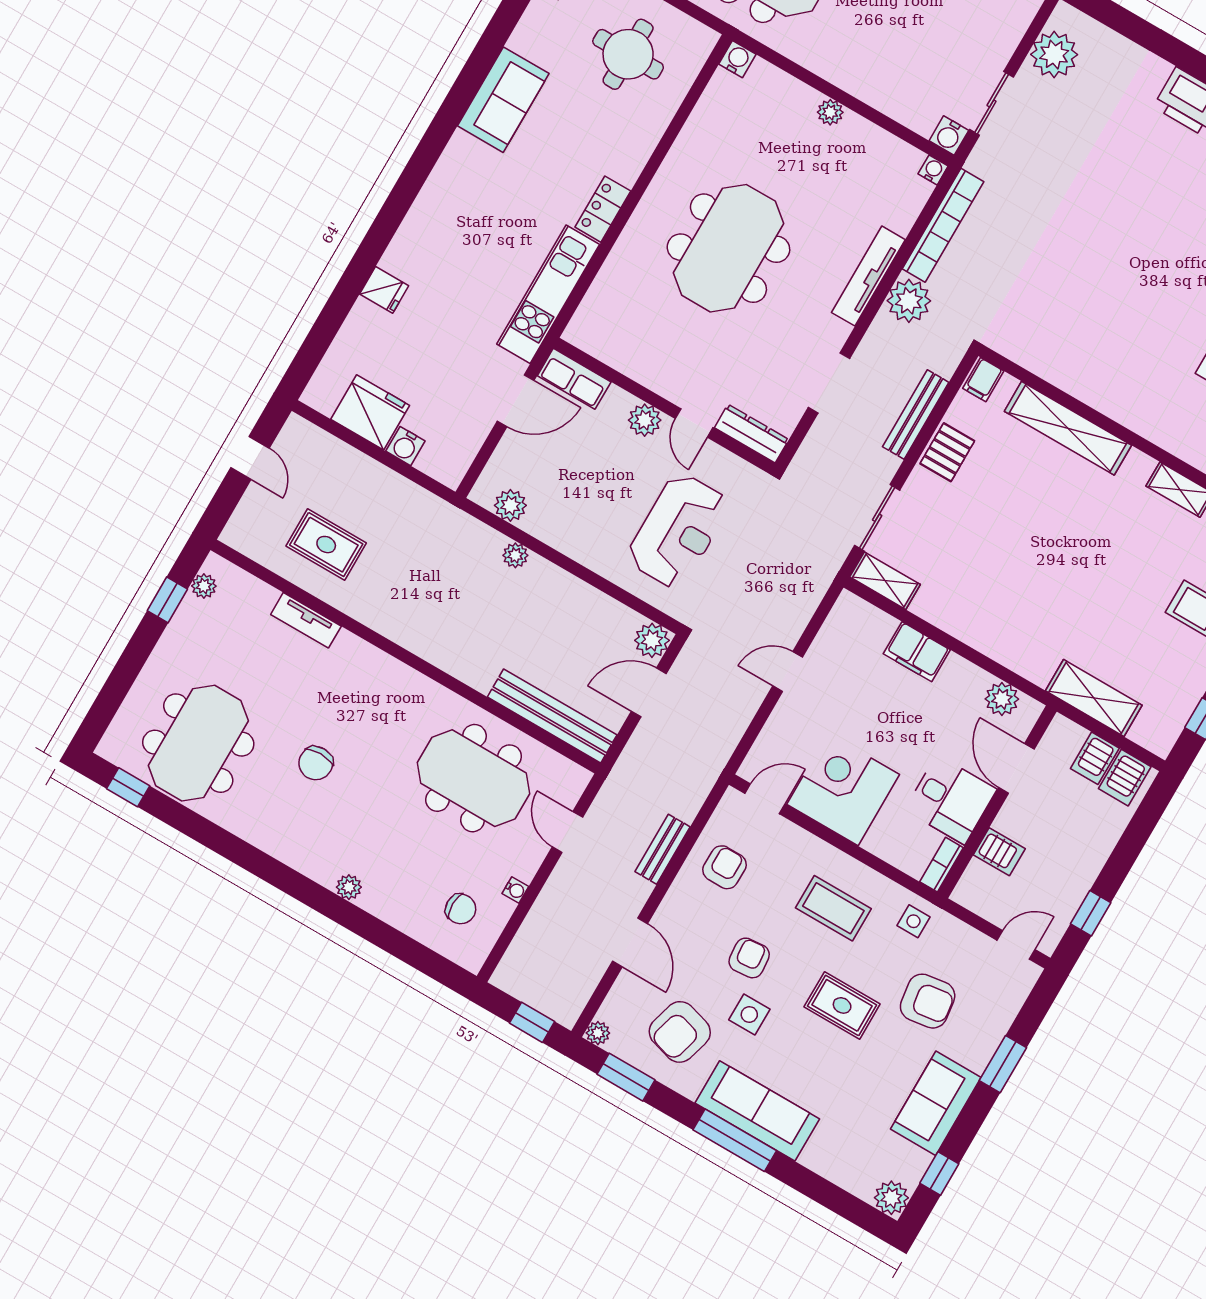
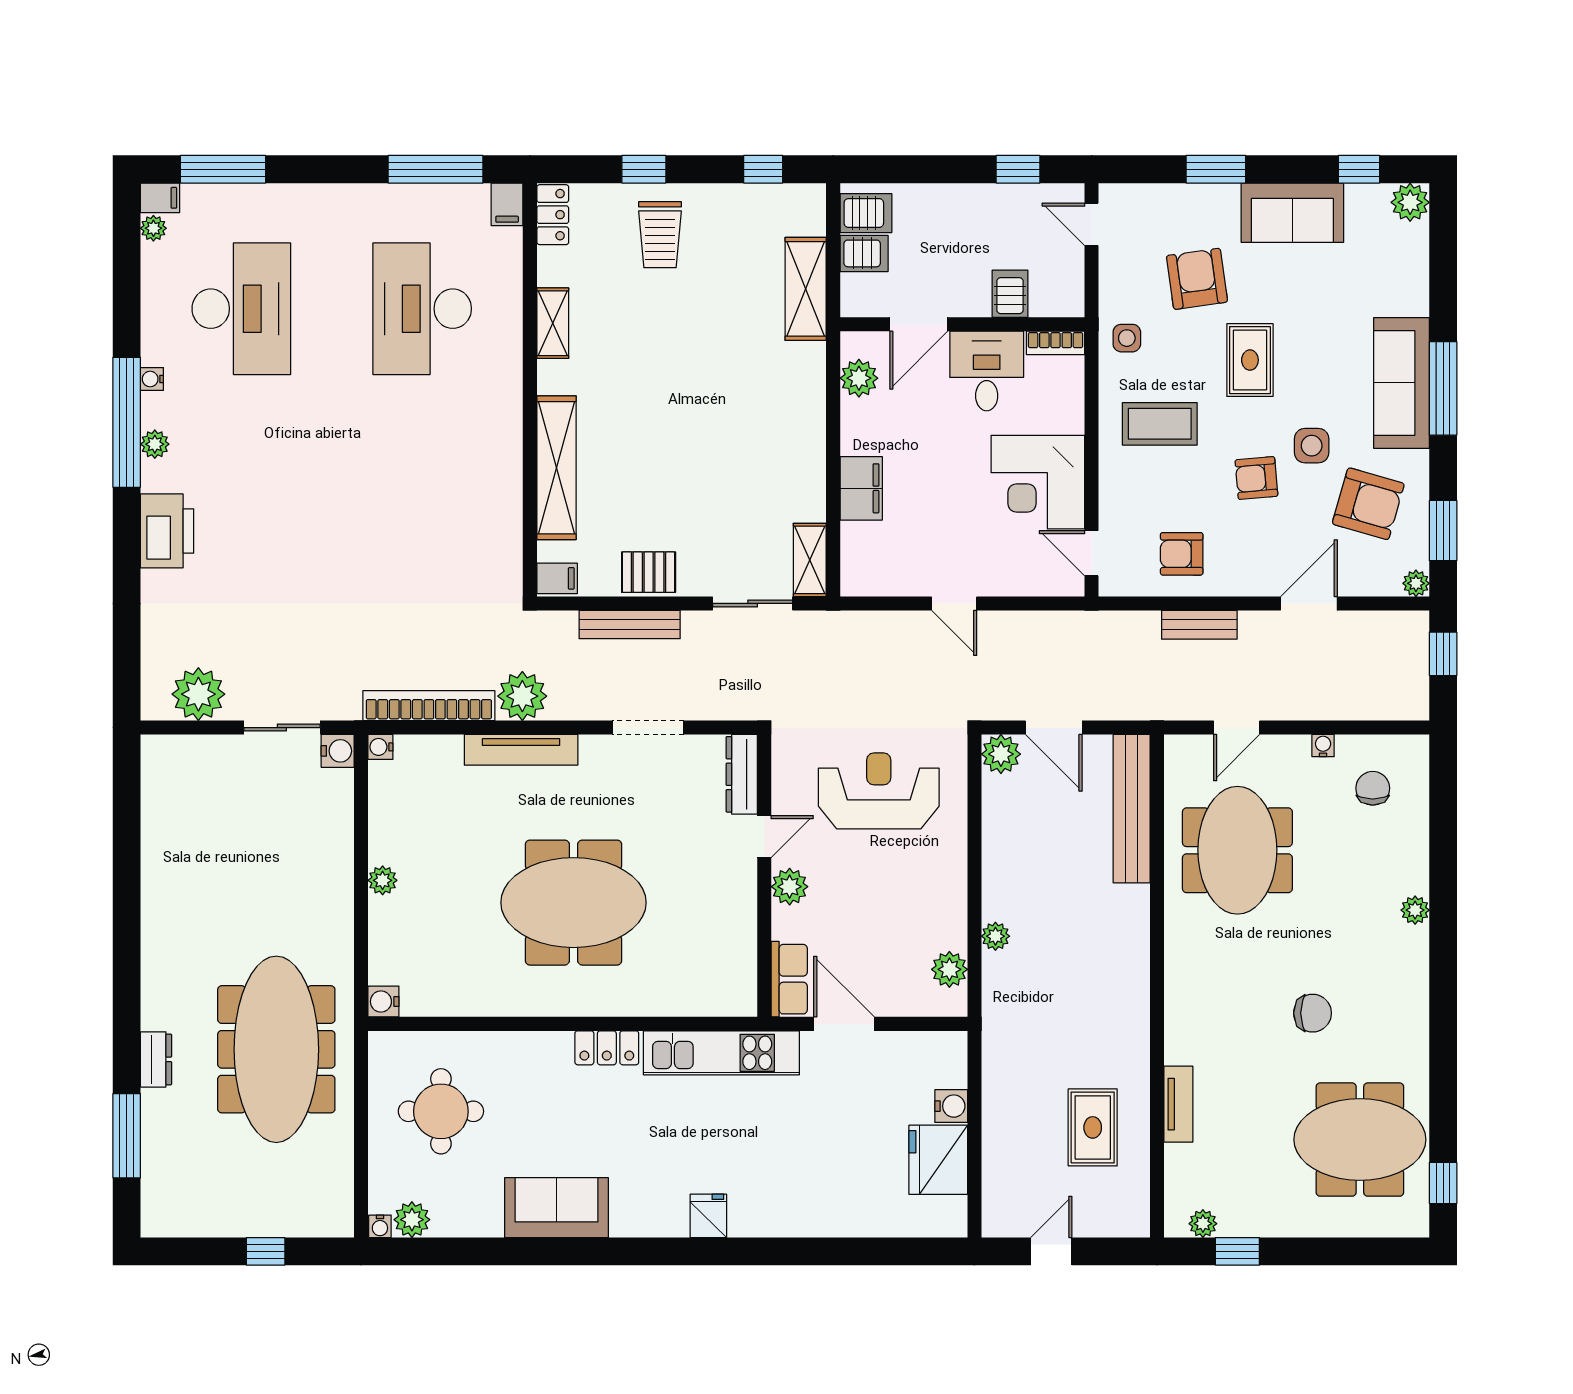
fridge: (384, 290) -> (708, 1216), moved
coffee table: (833, 908) -> (1160, 424), turned 90

